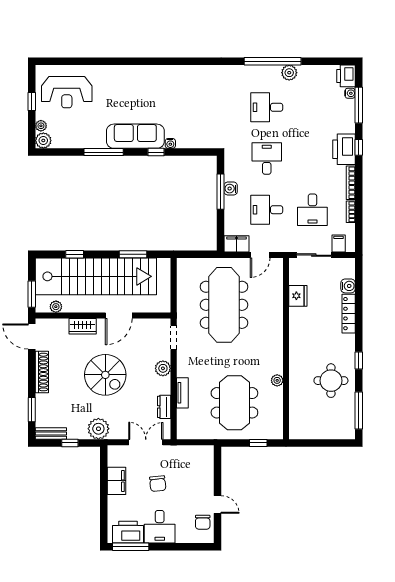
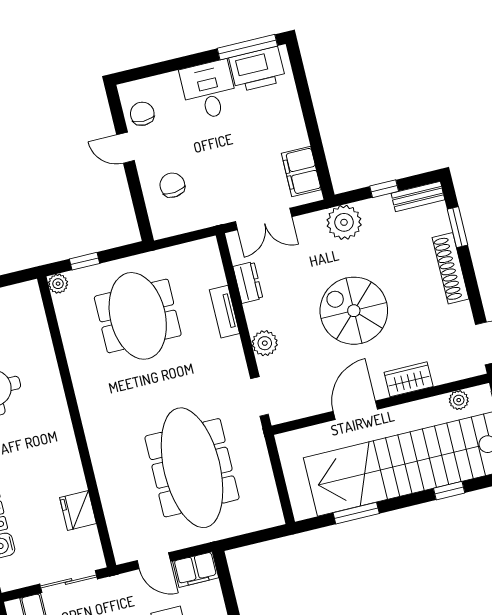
door: (260, 255) -> (154, 561), swing flipped
shoe rack: (42, 372) -> (450, 268), moved
plant: (277, 380) -> (58, 284), moved
filing cabinet: (117, 481) -> (301, 171), moved
chair: (158, 484) -> (172, 185), moved

